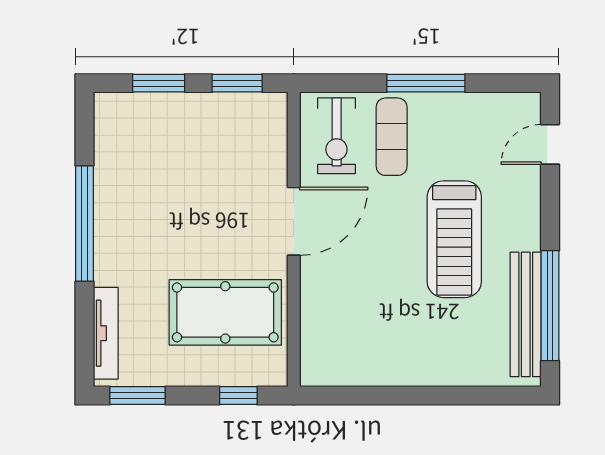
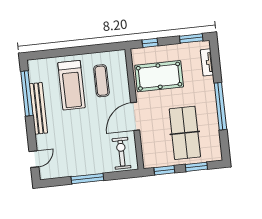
exercise mat: (392, 137) -> (101, 81), moved
table tennis table: (178, 168) -> (185, 133), added
treadmill: (454, 239) -> (72, 85), moved, turned 180
bench: (526, 314) -> (38, 108), moved
tv unit: (106, 333) -> (207, 62), width x0.71

